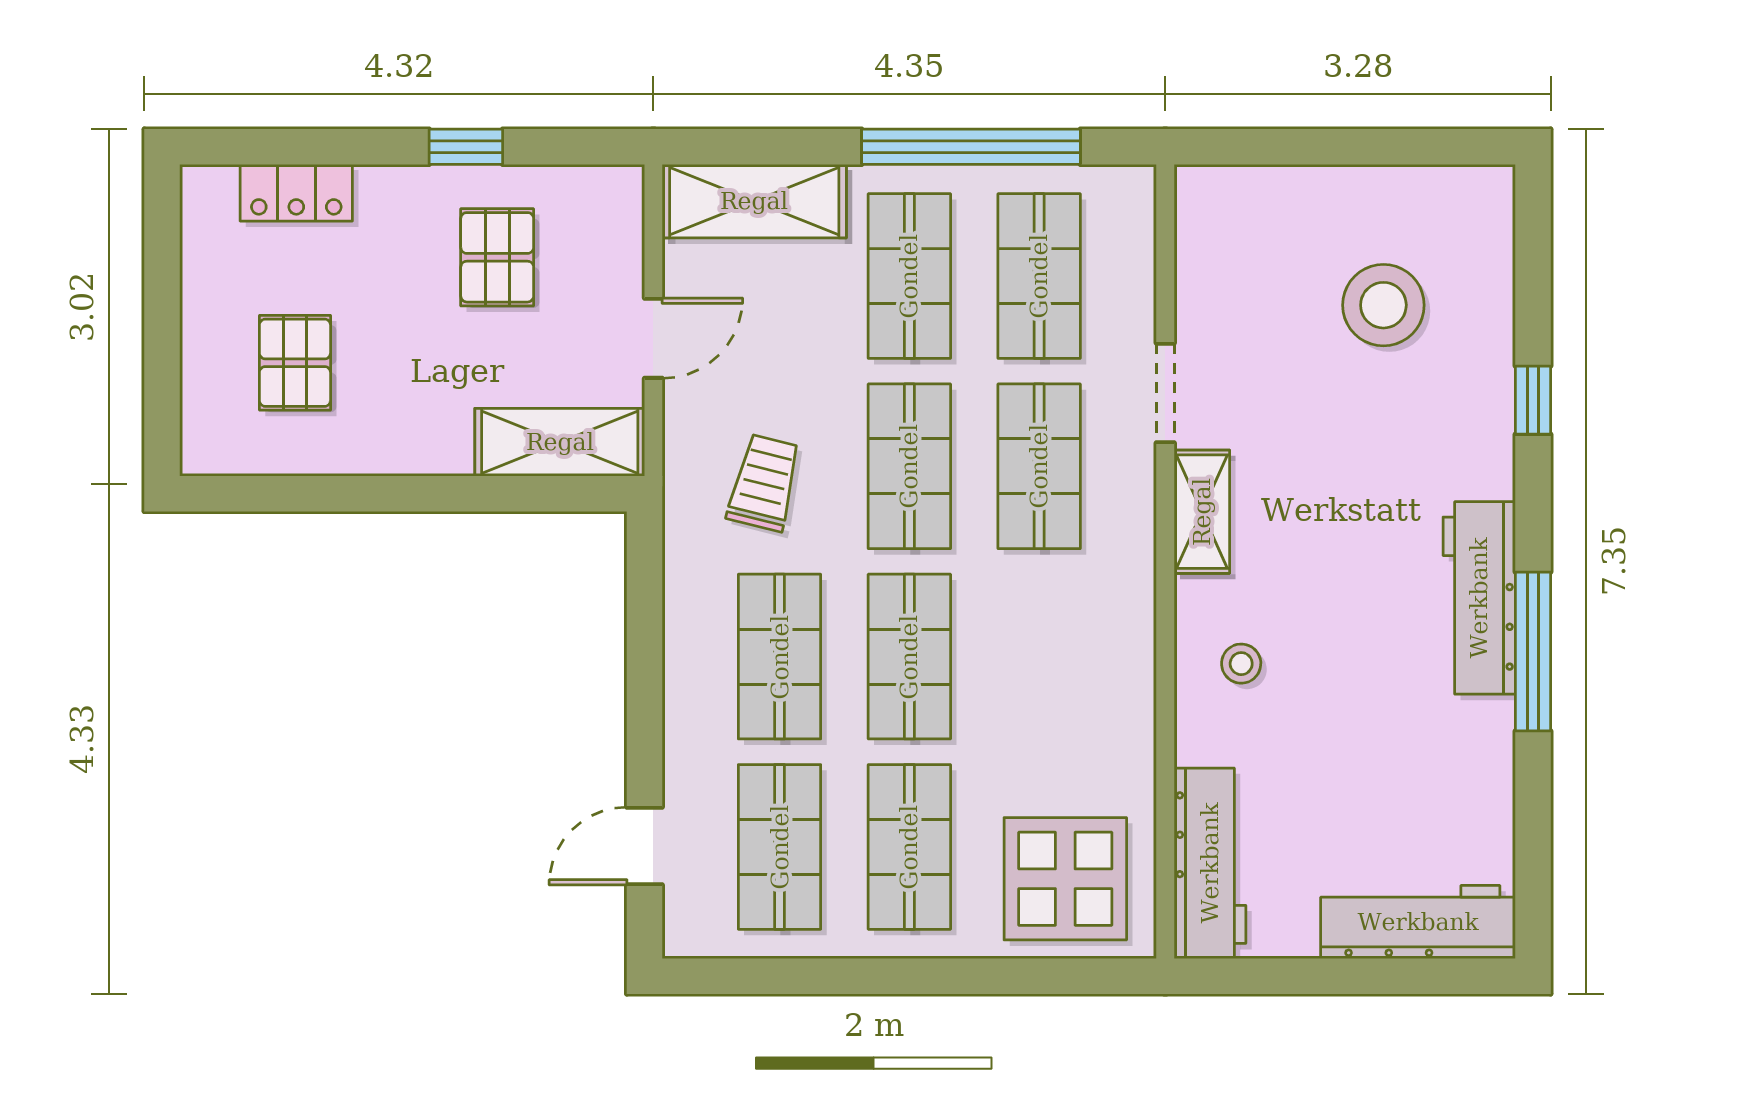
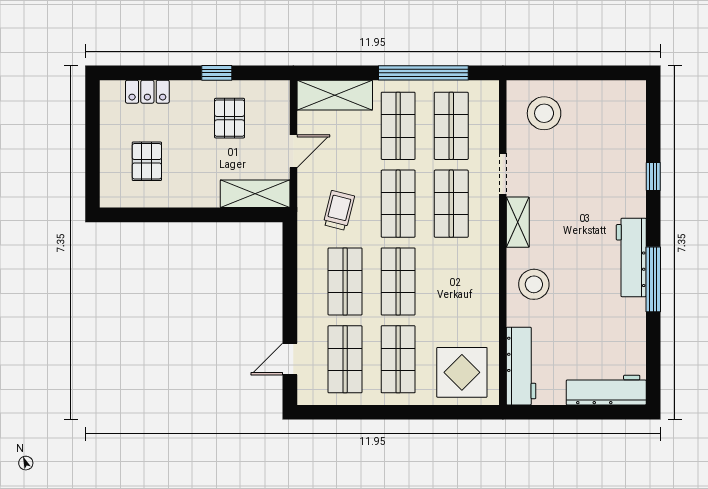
stool: (1383, 305) -> (544, 113), moved
stool: (1241, 664) -> (534, 284), width x1.89, depth x1.89

